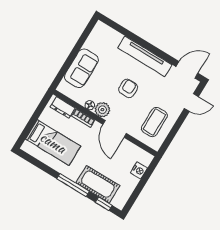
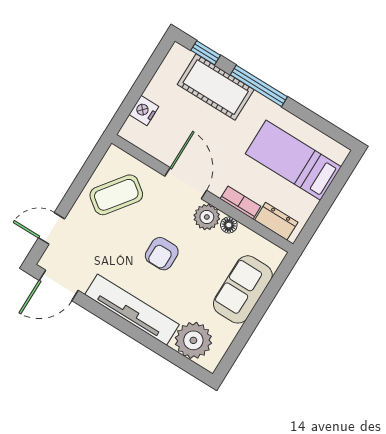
plant: (110, 39) -> (193, 340), added
coffee table: (154, 122) -> (116, 195), turned 37

